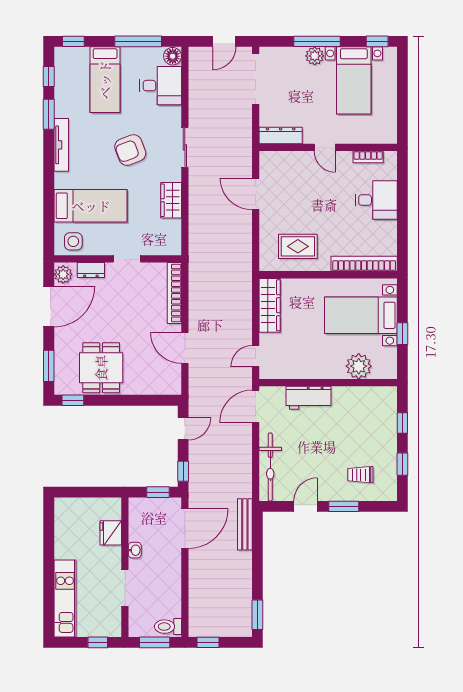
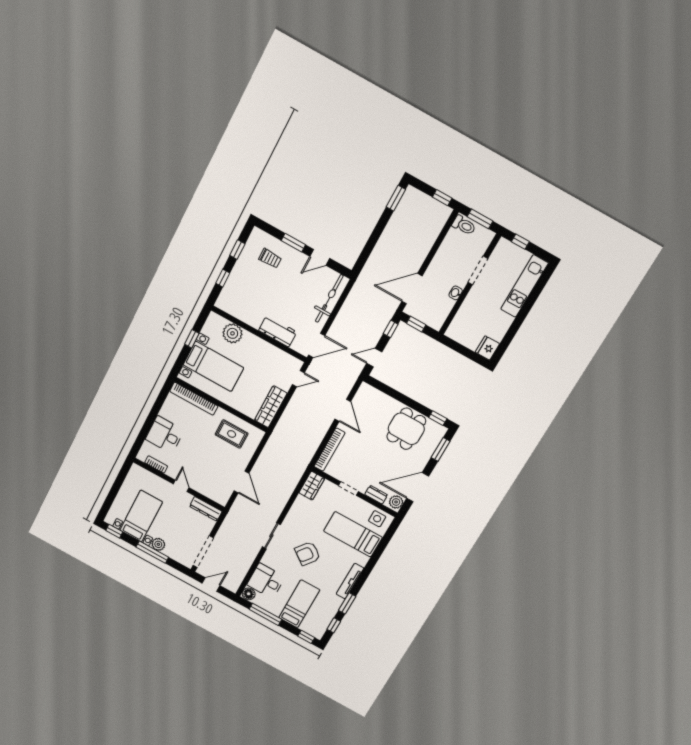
armchair: (130, 150) -> (307, 554), turned 148
wardrobe: (171, 200) -> (312, 486), moved
bench: (245, 524) -> (369, 268), removed
fridge: (111, 533) -> (487, 348), moved, turned 180

